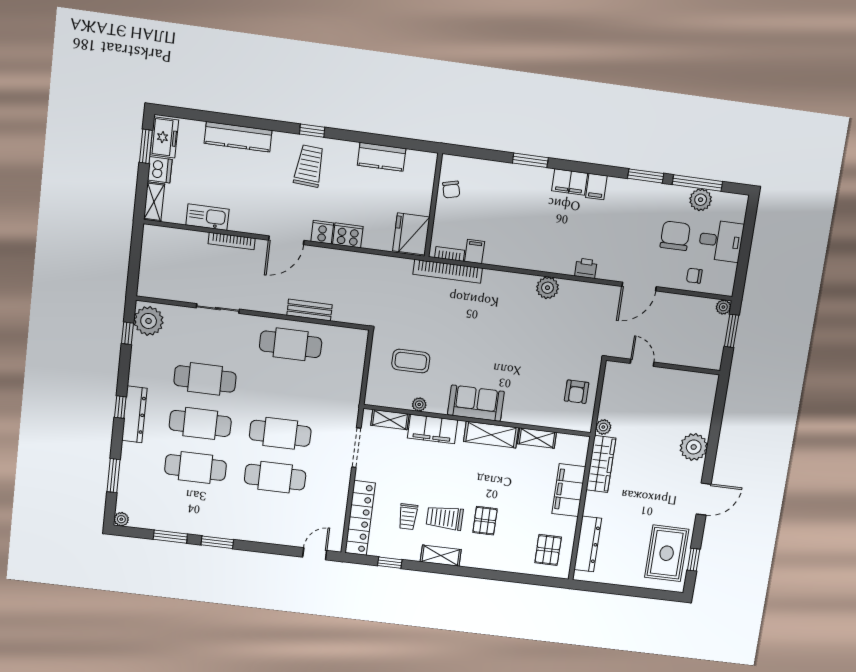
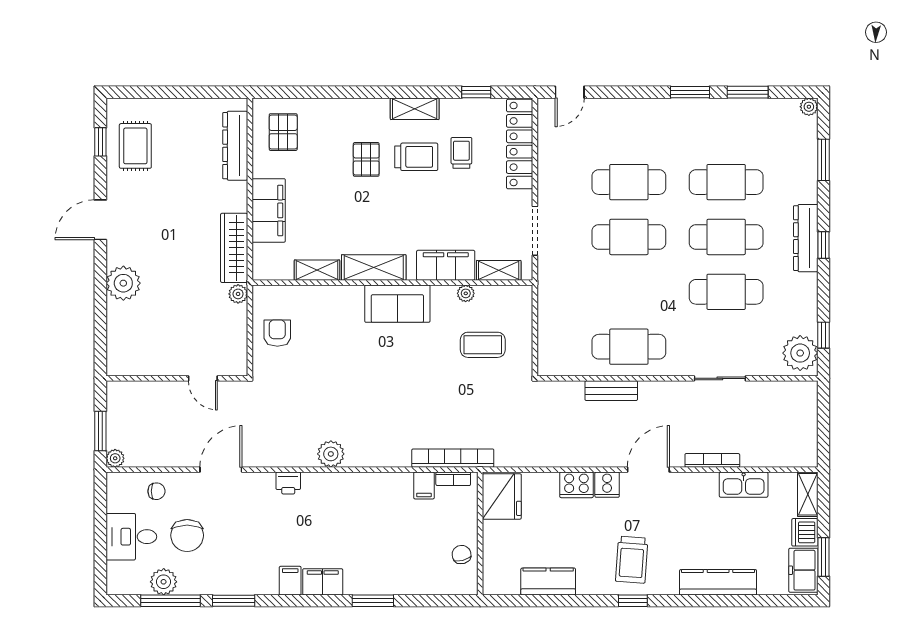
rug: (667, 553) -> (135, 146), width x0.73, depth x0.70

